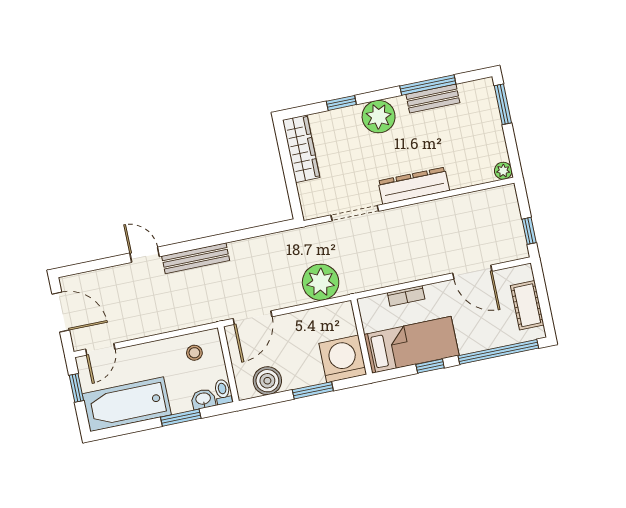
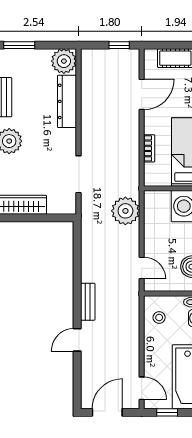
plant: (503, 171) -> (64, 61), width x1.88, depth x1.88
dresser: (414, 186) -> (67, 101), moved
bench: (196, 258) -> (88, 302), width x0.73
door: (253, 318) -> (142, 268), width x0.73

